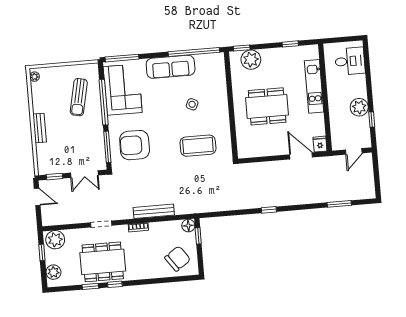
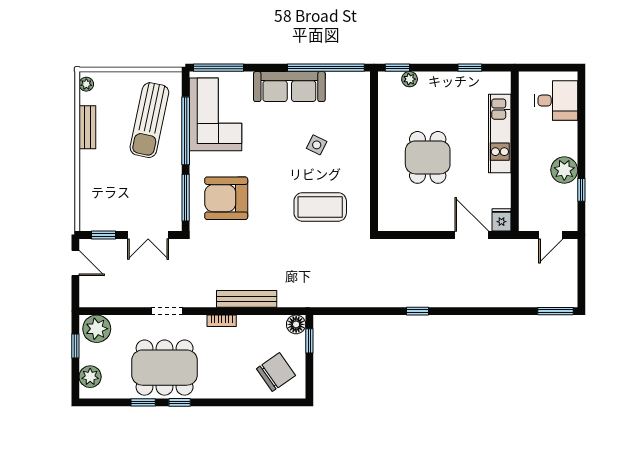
plant: (251, 60) -> (410, 79), width x0.53, depth x0.53
sun lounger: (79, 97) -> (149, 120), width x1.36, depth x1.34
dining table: (267, 106) -> (428, 157), width x0.73
bench: (40, 128) -> (87, 127), moved
window: (339, 204) -> (556, 311), moved

